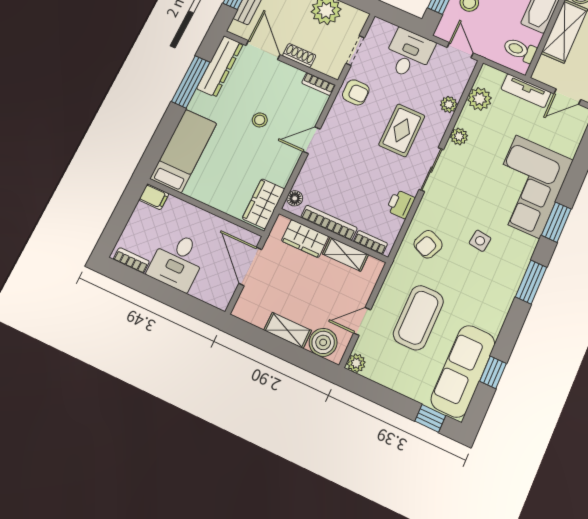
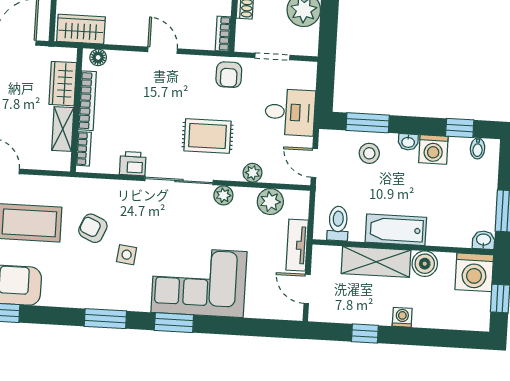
door: (460, 50) -> (314, 163), swing flipped
sliding door: (431, 170) -> (179, 181), width x1.37
armchair: (428, 244) -> (93, 228), moved

